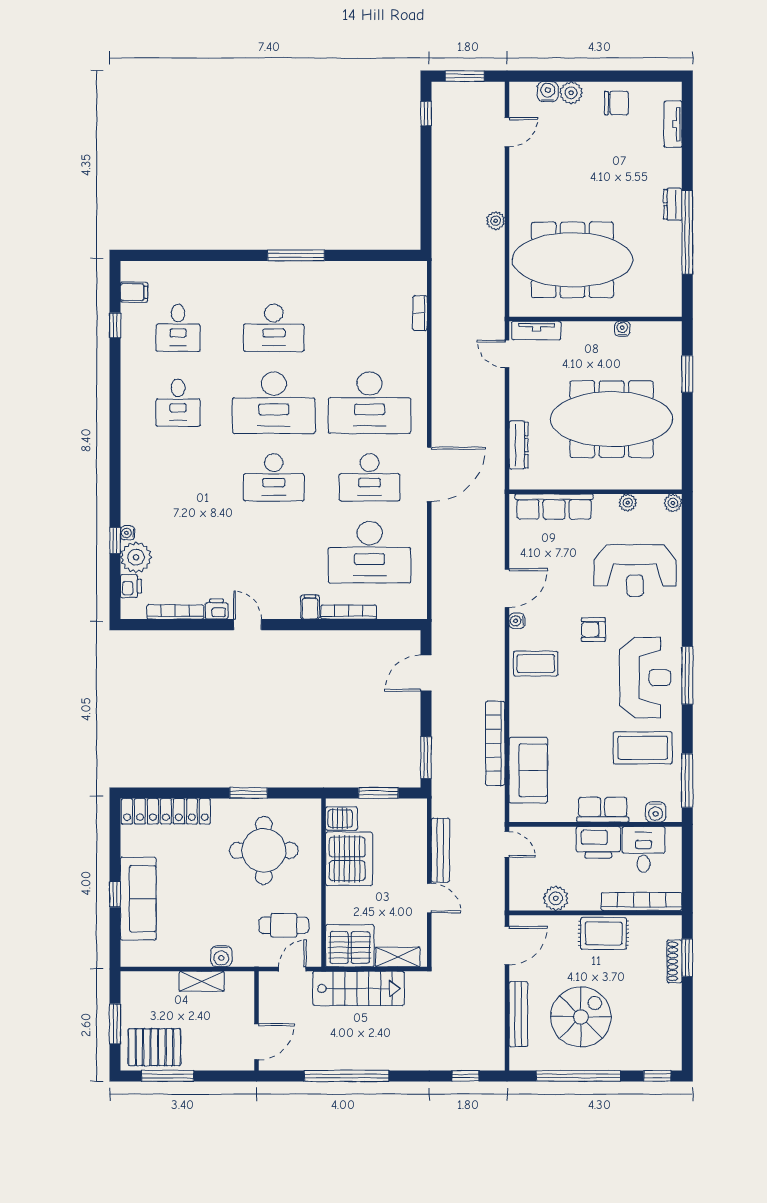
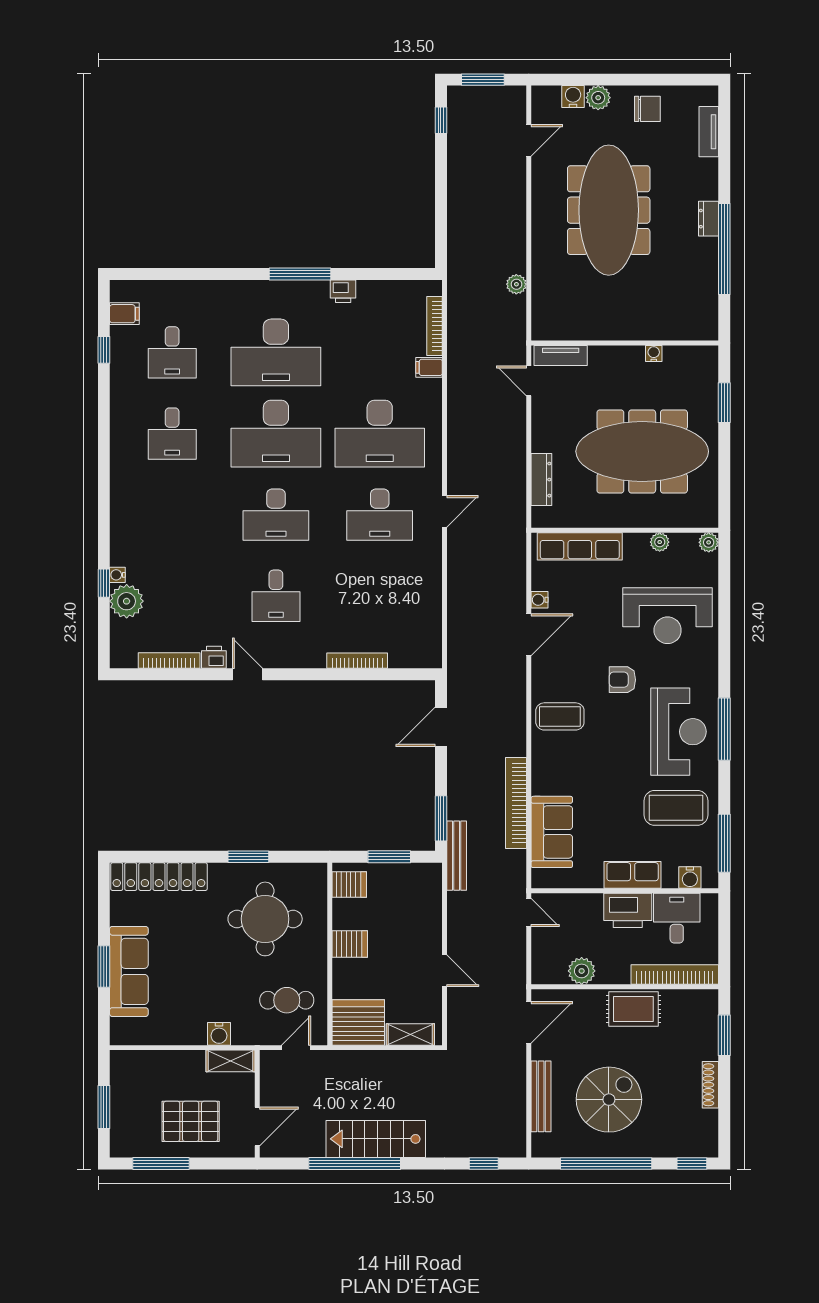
plant: (496, 221) -> (516, 284), moved
meeting table: (573, 260) -> (609, 210), moved, turned 90
bookcase: (420, 313) -> (435, 326), width x1.56
desk: (274, 328) -> (276, 352), width x1.36, depth x1.30
door: (429, 474) -> (444, 511), width x0.53
desk: (370, 552) -> (276, 596), moved, width x0.53, depth x0.77
printer: (131, 586) -> (343, 291), moved, turned 90
filing cabinet: (310, 607) -> (429, 367), moved, turned -90
water cooler: (517, 621) -> (539, 600), moved
bench: (440, 850) -> (457, 856), moved
server rack: (349, 859) -> (350, 944), width x0.46, depth x0.70
window: (115, 894) -> (104, 967), width x1.50
shoe rack: (675, 961) -> (710, 1085), moved
shelving: (202, 981) -> (231, 1061), moved
stairs: (358, 988) -> (376, 1139), moved, turned 180
pallet: (154, 1047) -> (191, 1121), moved

